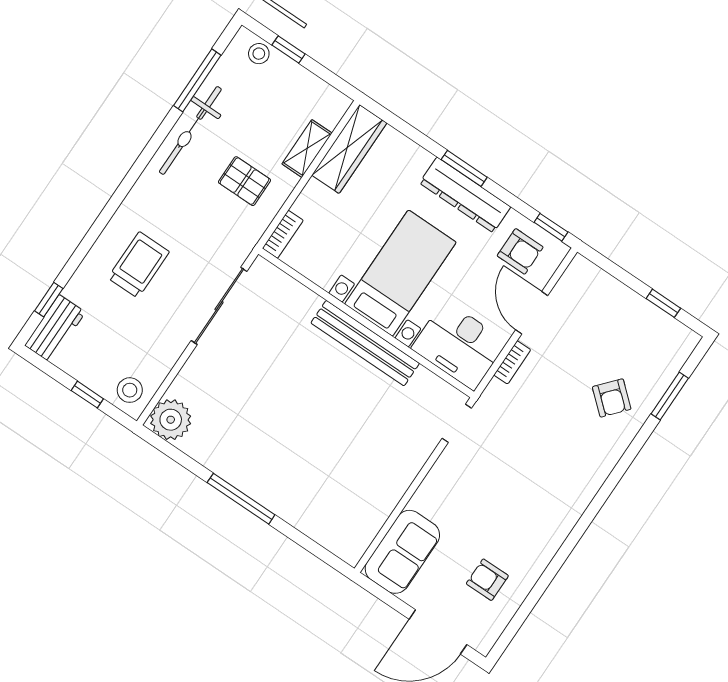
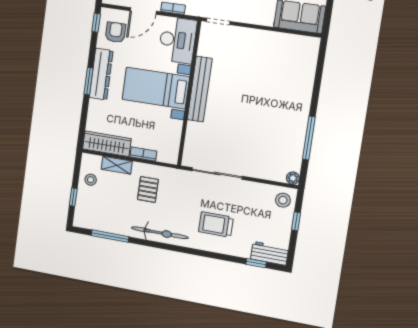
stool: (259, 54) -> (91, 180), moved
bicycle: (190, 130) -> (160, 233), moved
bookcase: (283, 234) -> (143, 154), moved
plant: (171, 420) -> (293, 178), width x0.53, depth x0.53
window: (241, 499) -> (309, 138), moved

